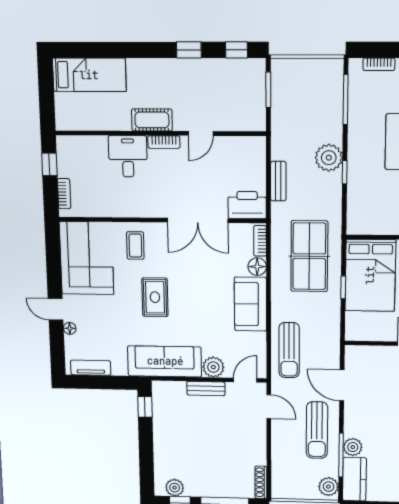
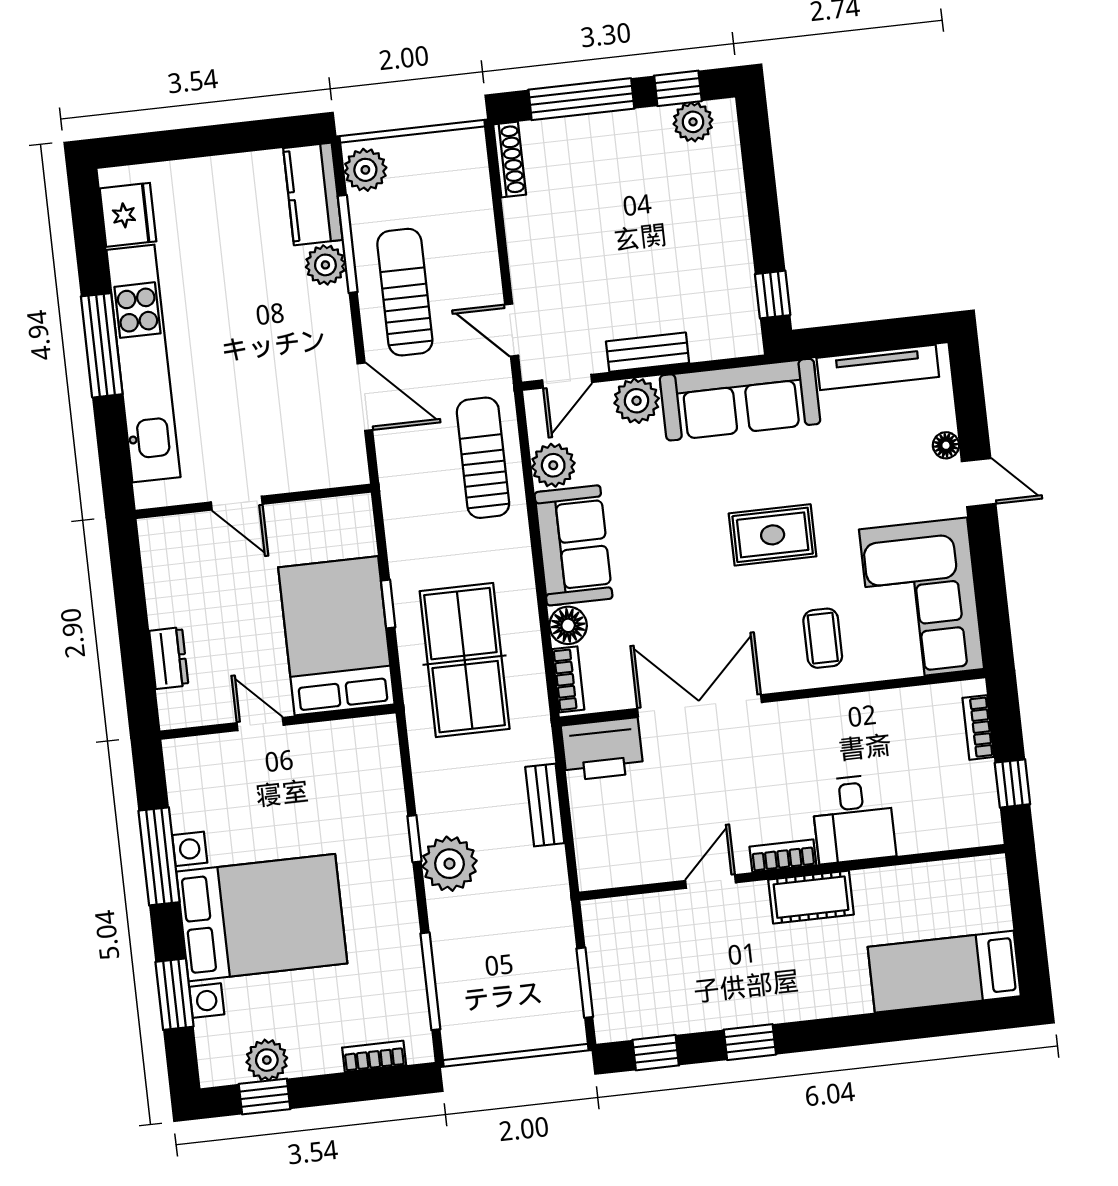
rug: (155, 297) -> (773, 535), turned 90
plant: (256, 343) -> (553, 465), added
tv unit: (91, 368) -> (878, 367), width x1.41

